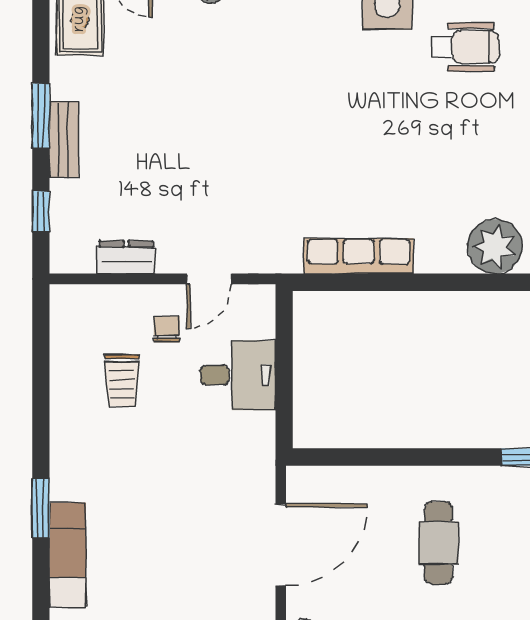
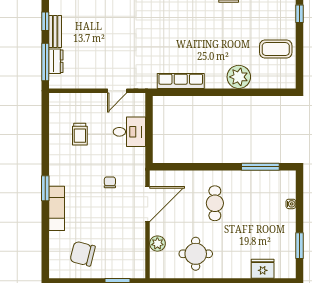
window: (41, 116) -> (45, 21), width x0.67
window: (41, 211) -> (45, 62), width x2.17
dresser: (126, 257) -> (56, 61), moved, turned 90
chair: (167, 329) -> (110, 182), moved

